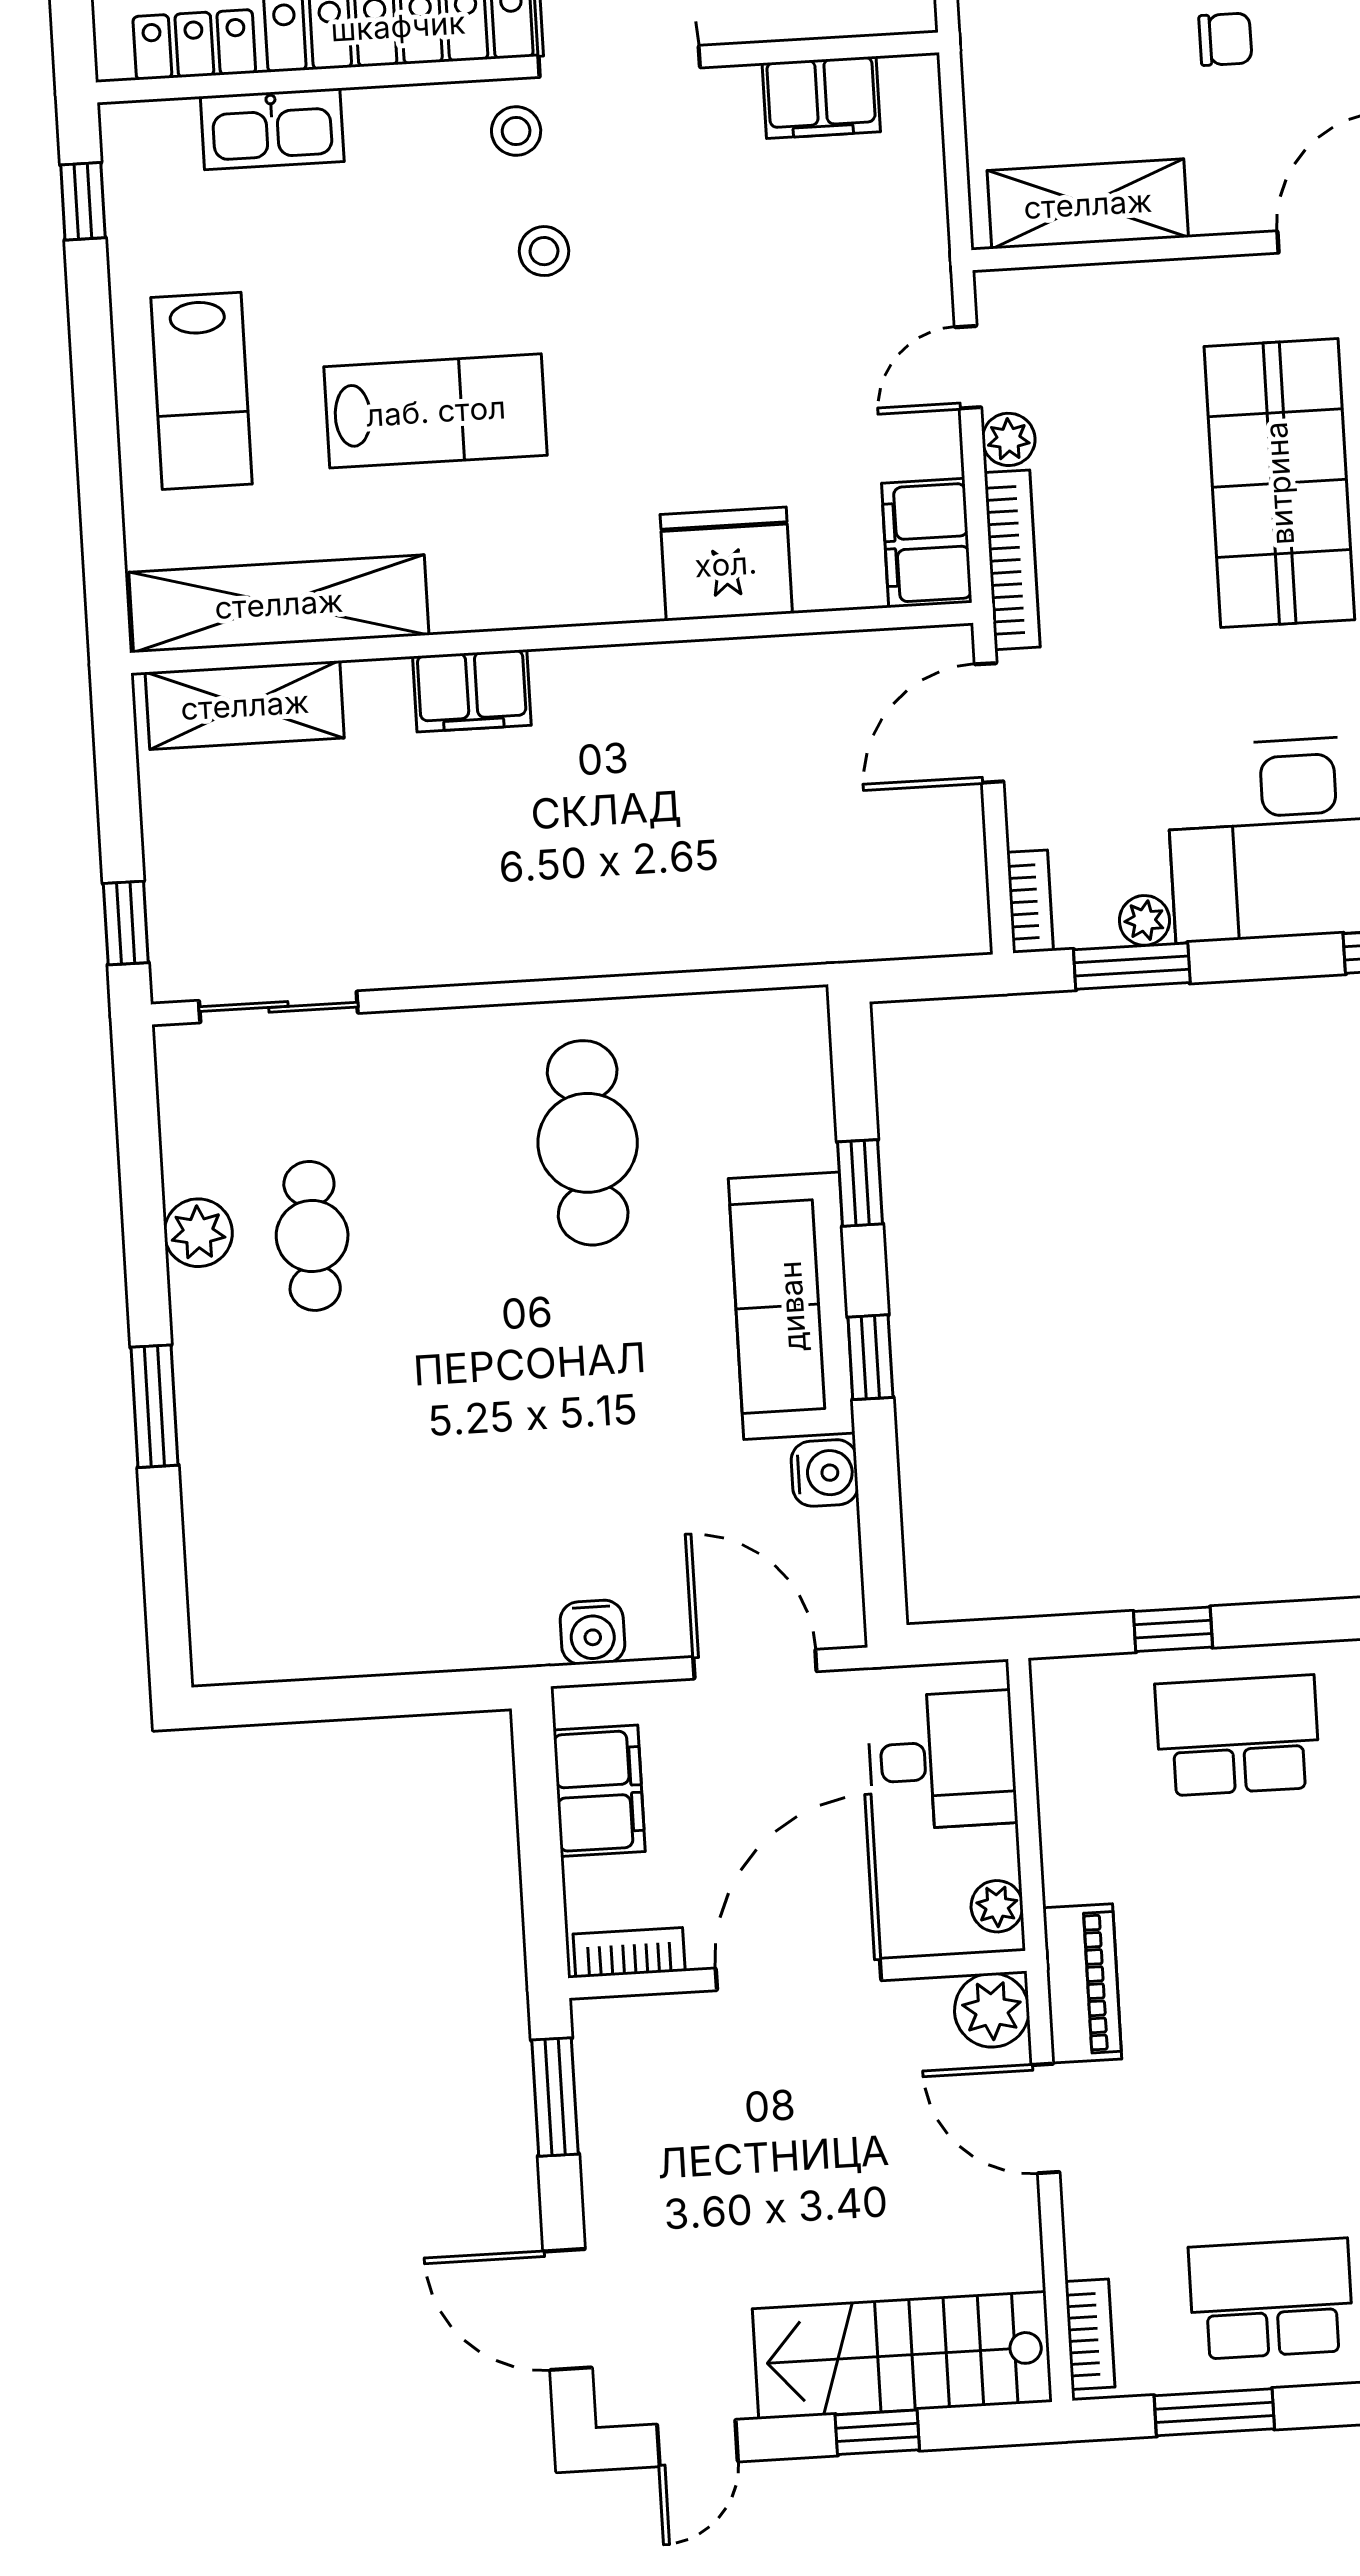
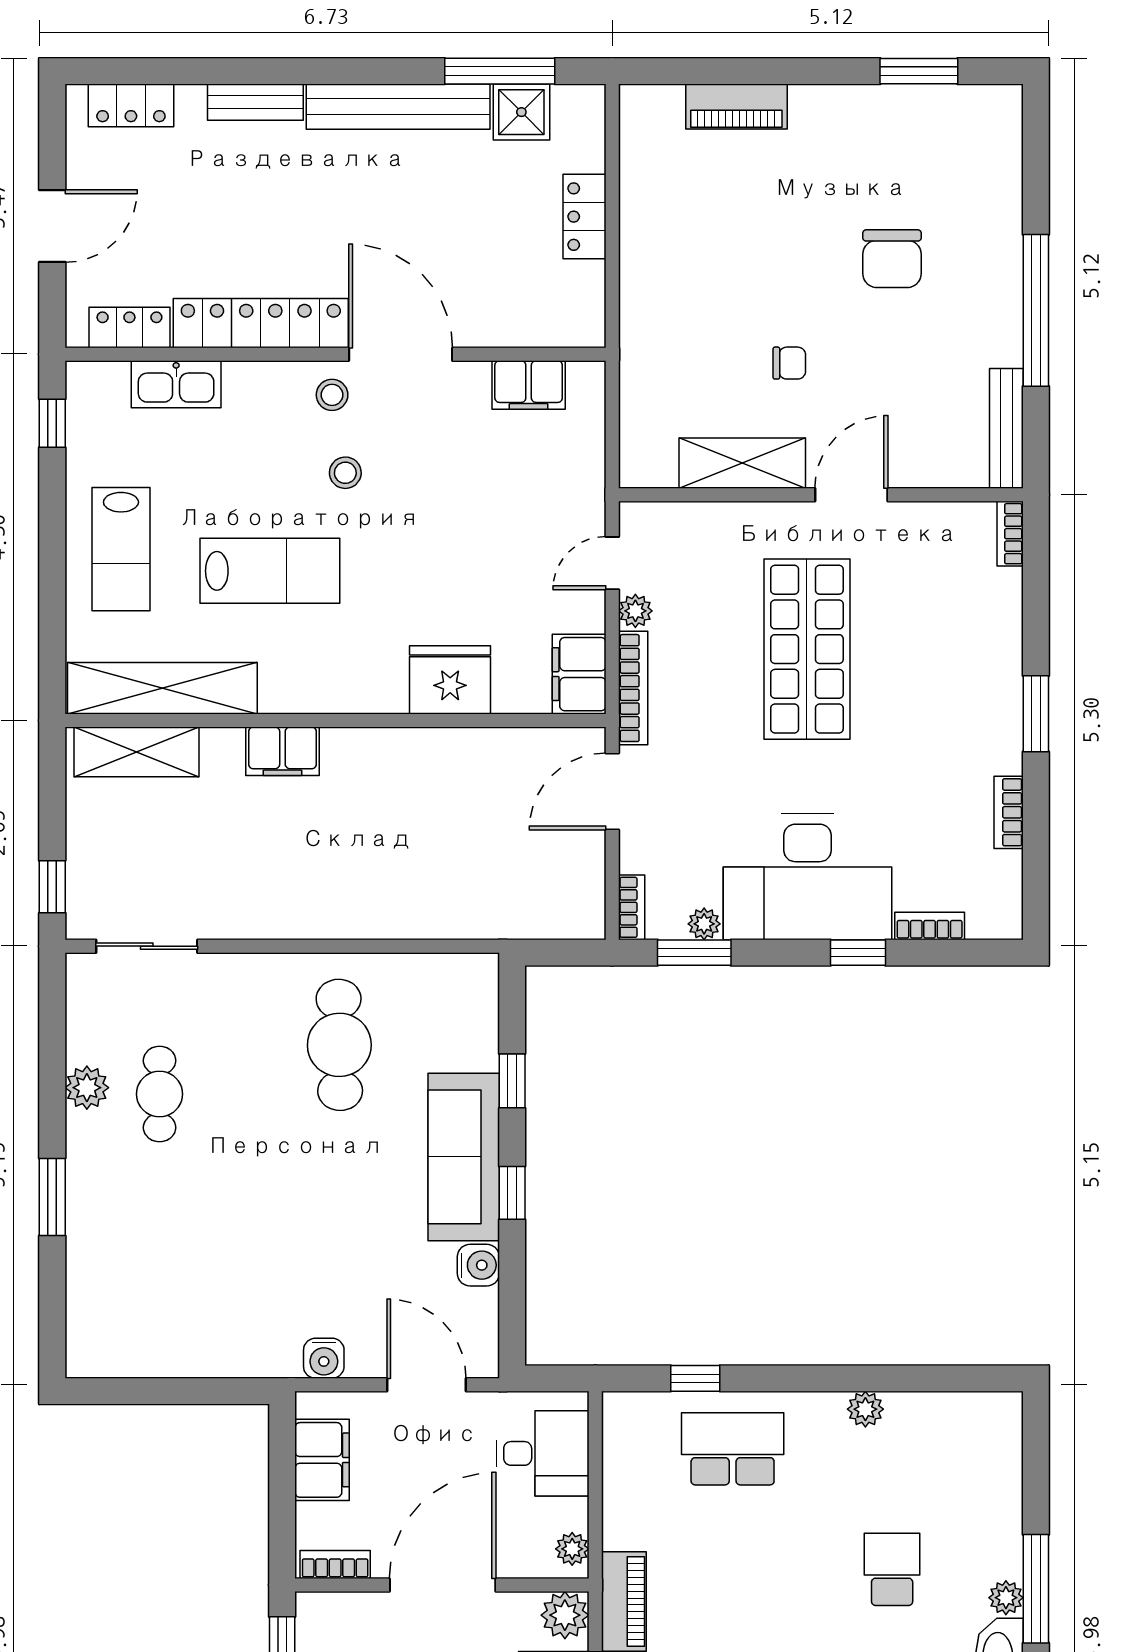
shelving: (1088, 204) -> (742, 463), moved

